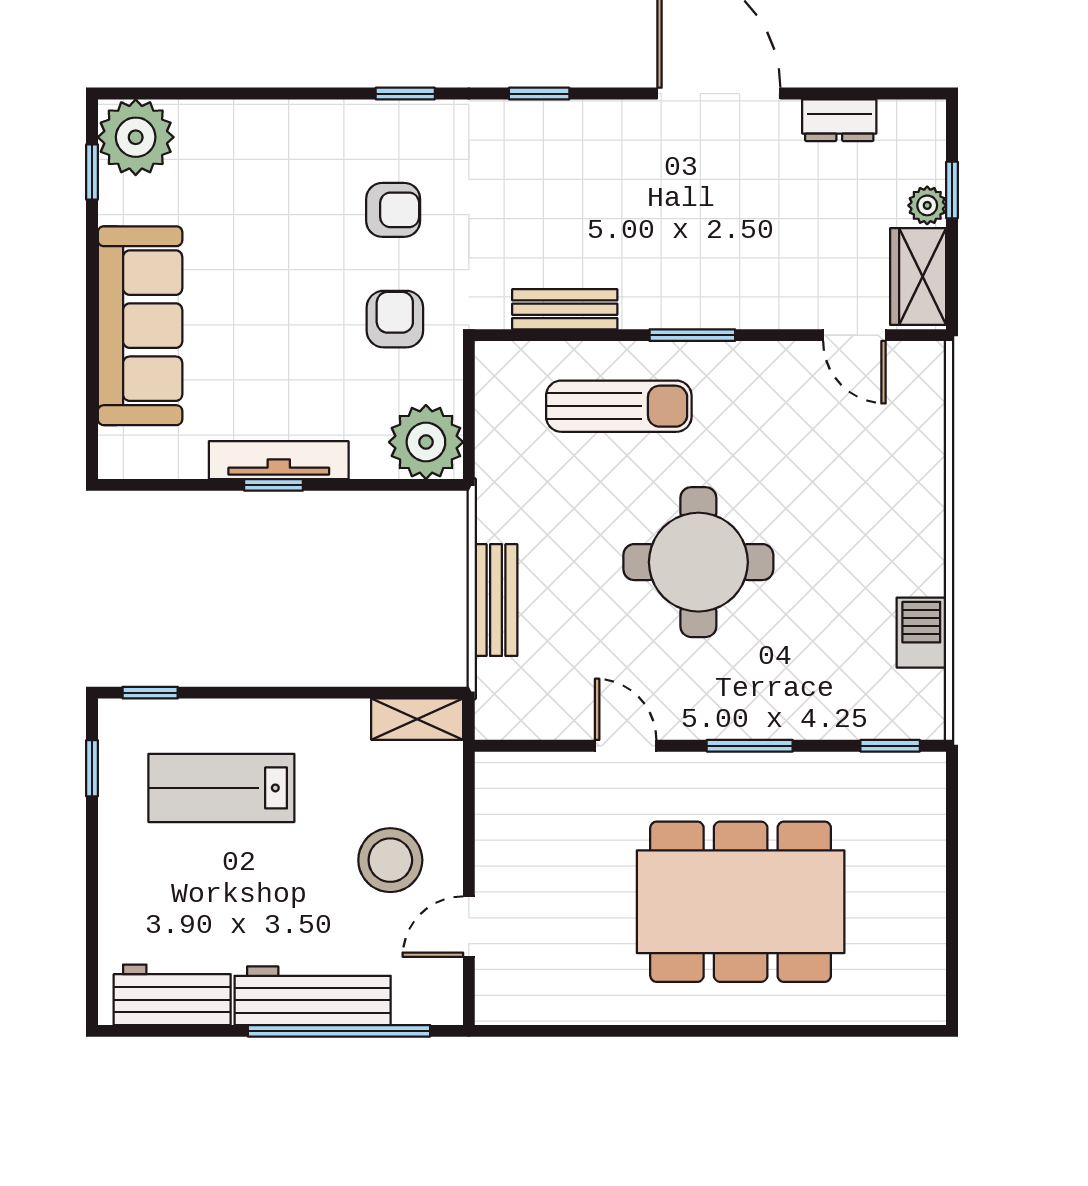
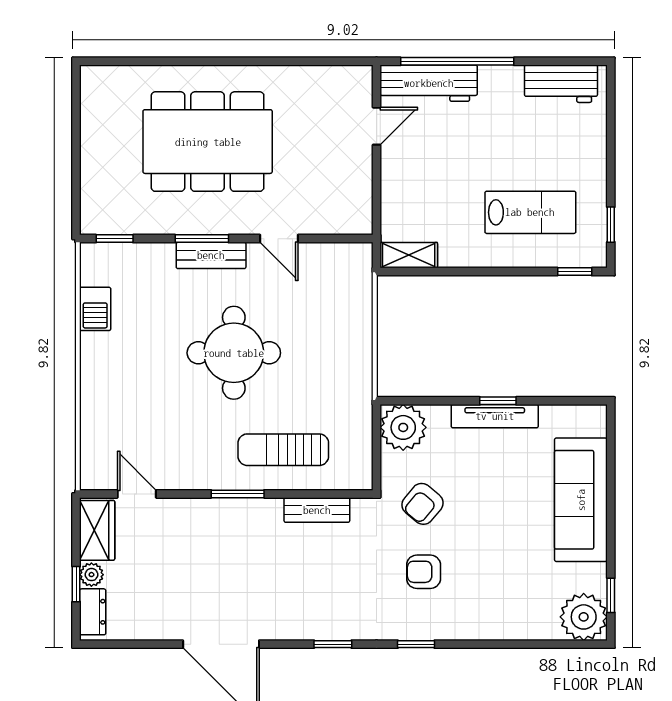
dresser: (839, 120) -> (93, 612), moved, turned 90
armchair: (395, 319) -> (423, 504), turned 40
bench: (496, 600) -> (211, 255), moved, turned 90
stool: (390, 860) -> (425, 167), removed
workbench: (313, 996) -> (429, 83), moved

